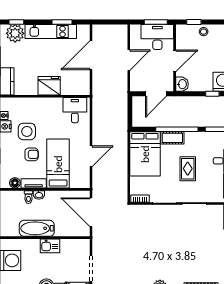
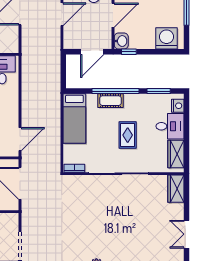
window: (212, 94) -> (129, 52), moved
bed: (145, 154) -> (74, 119), width x0.67
door: (91, 156) -> (20, 139), moved

